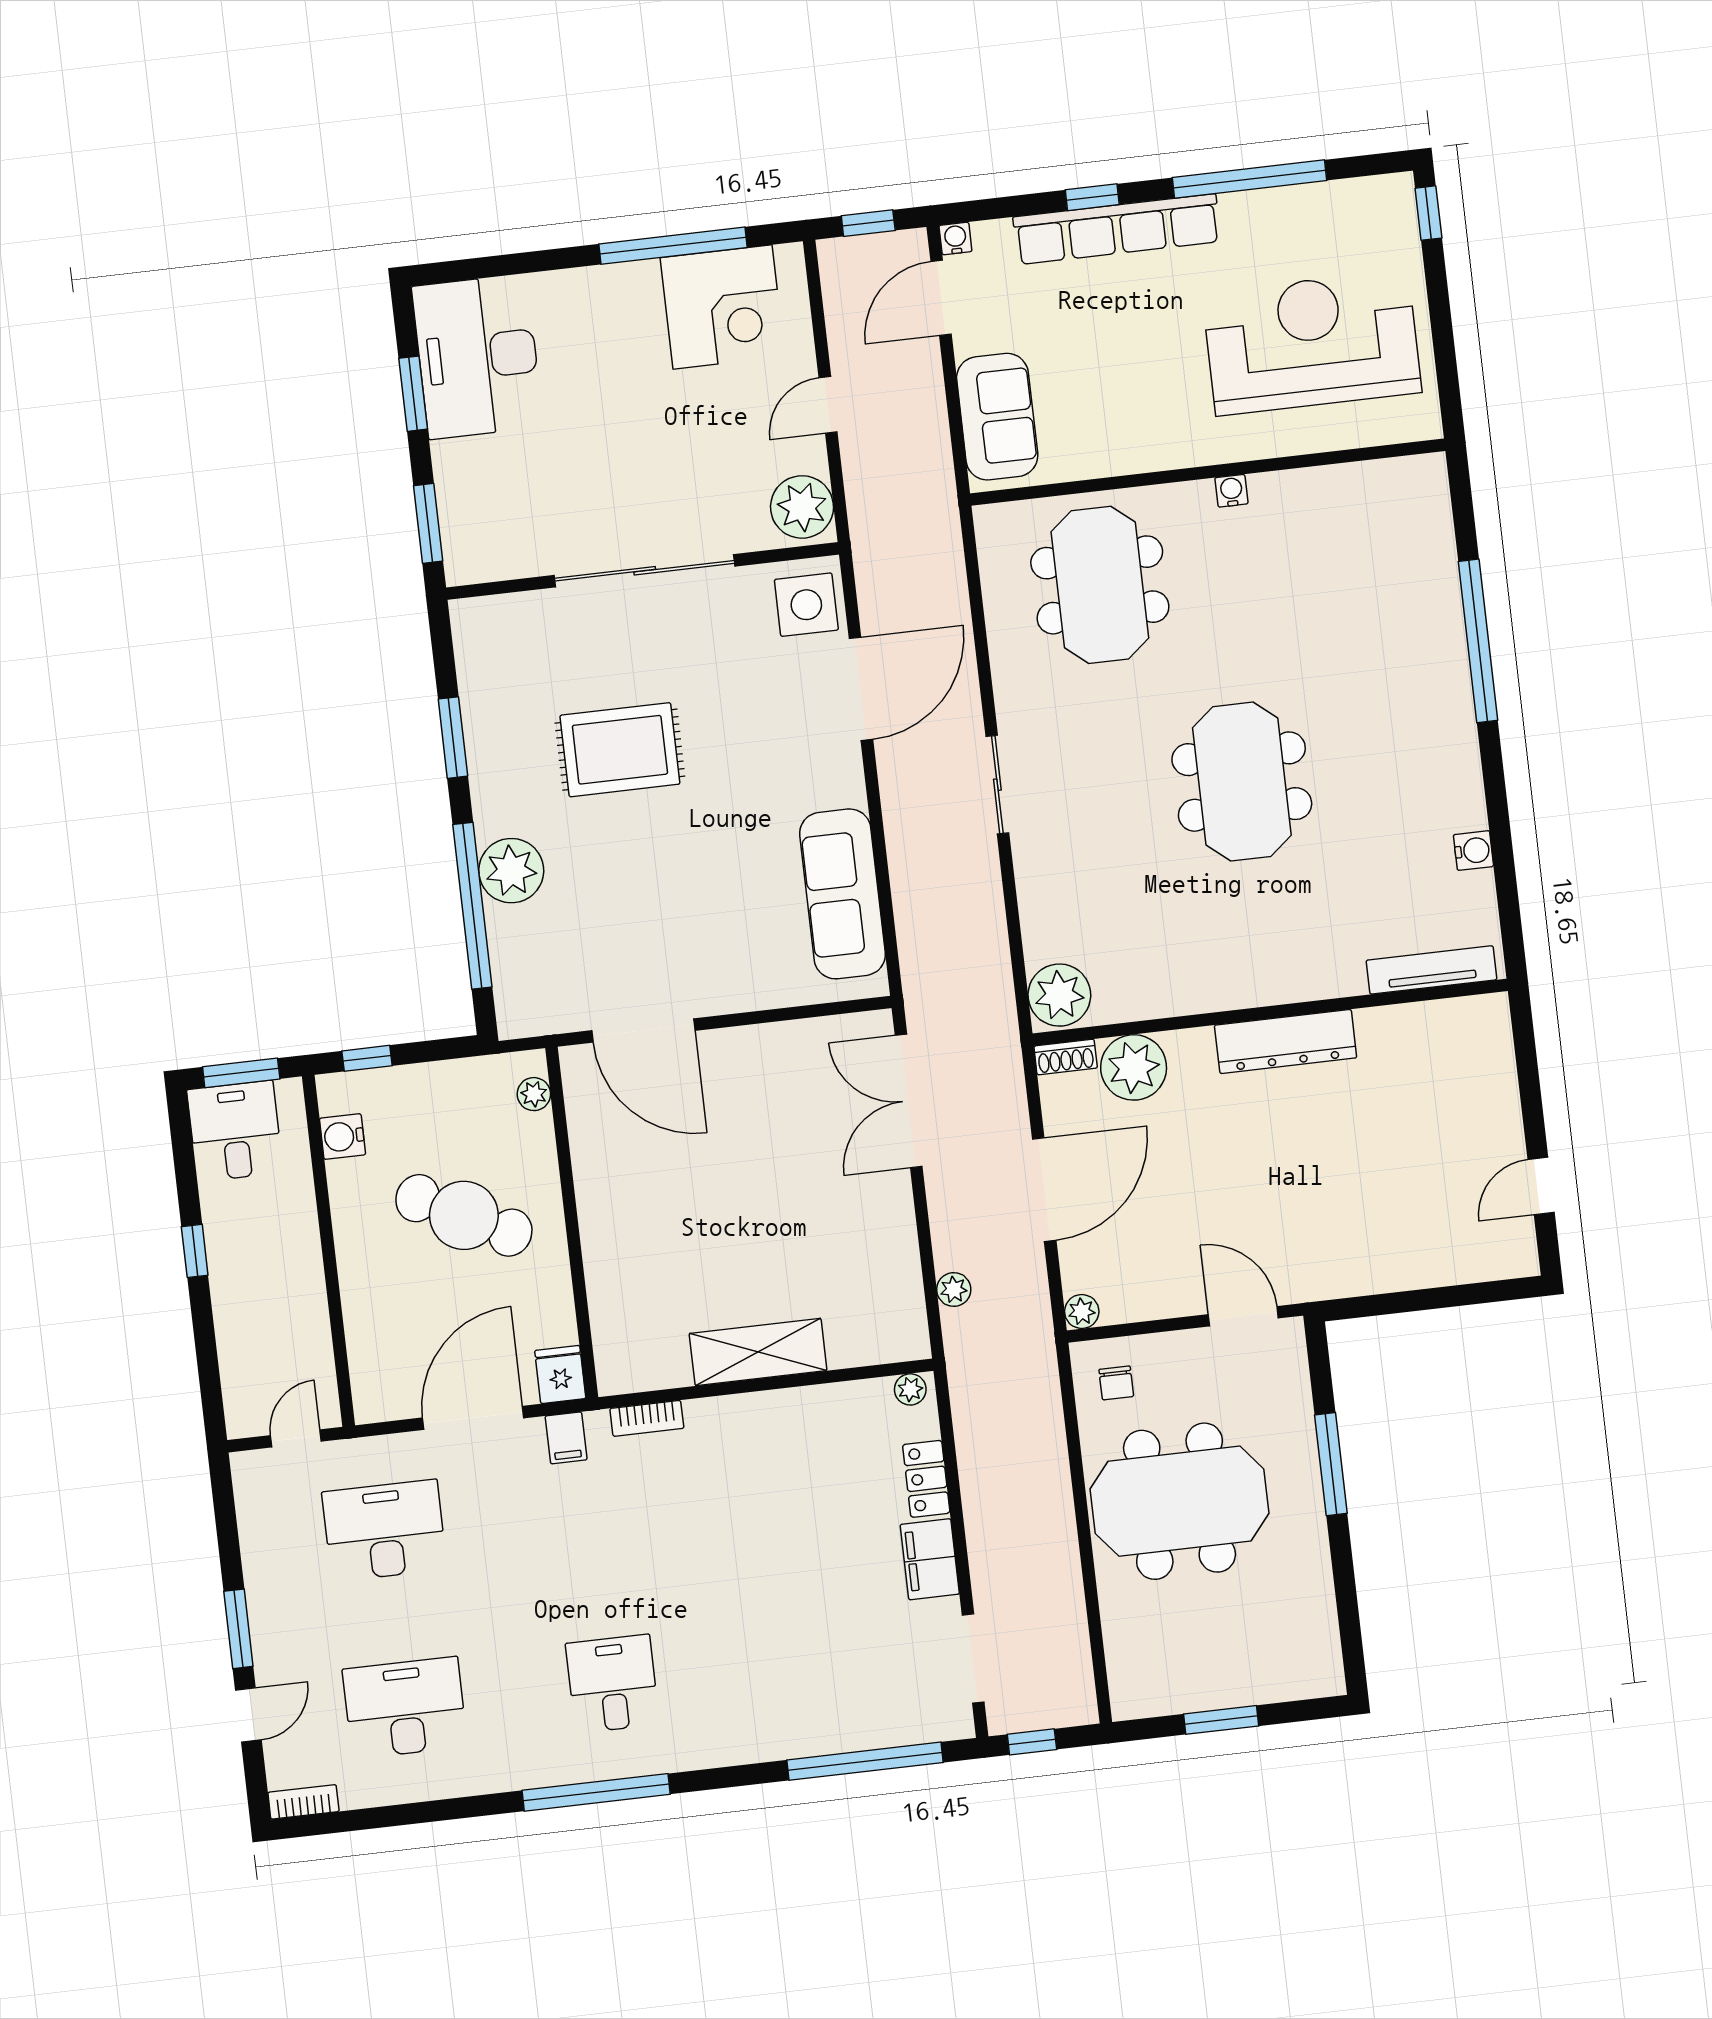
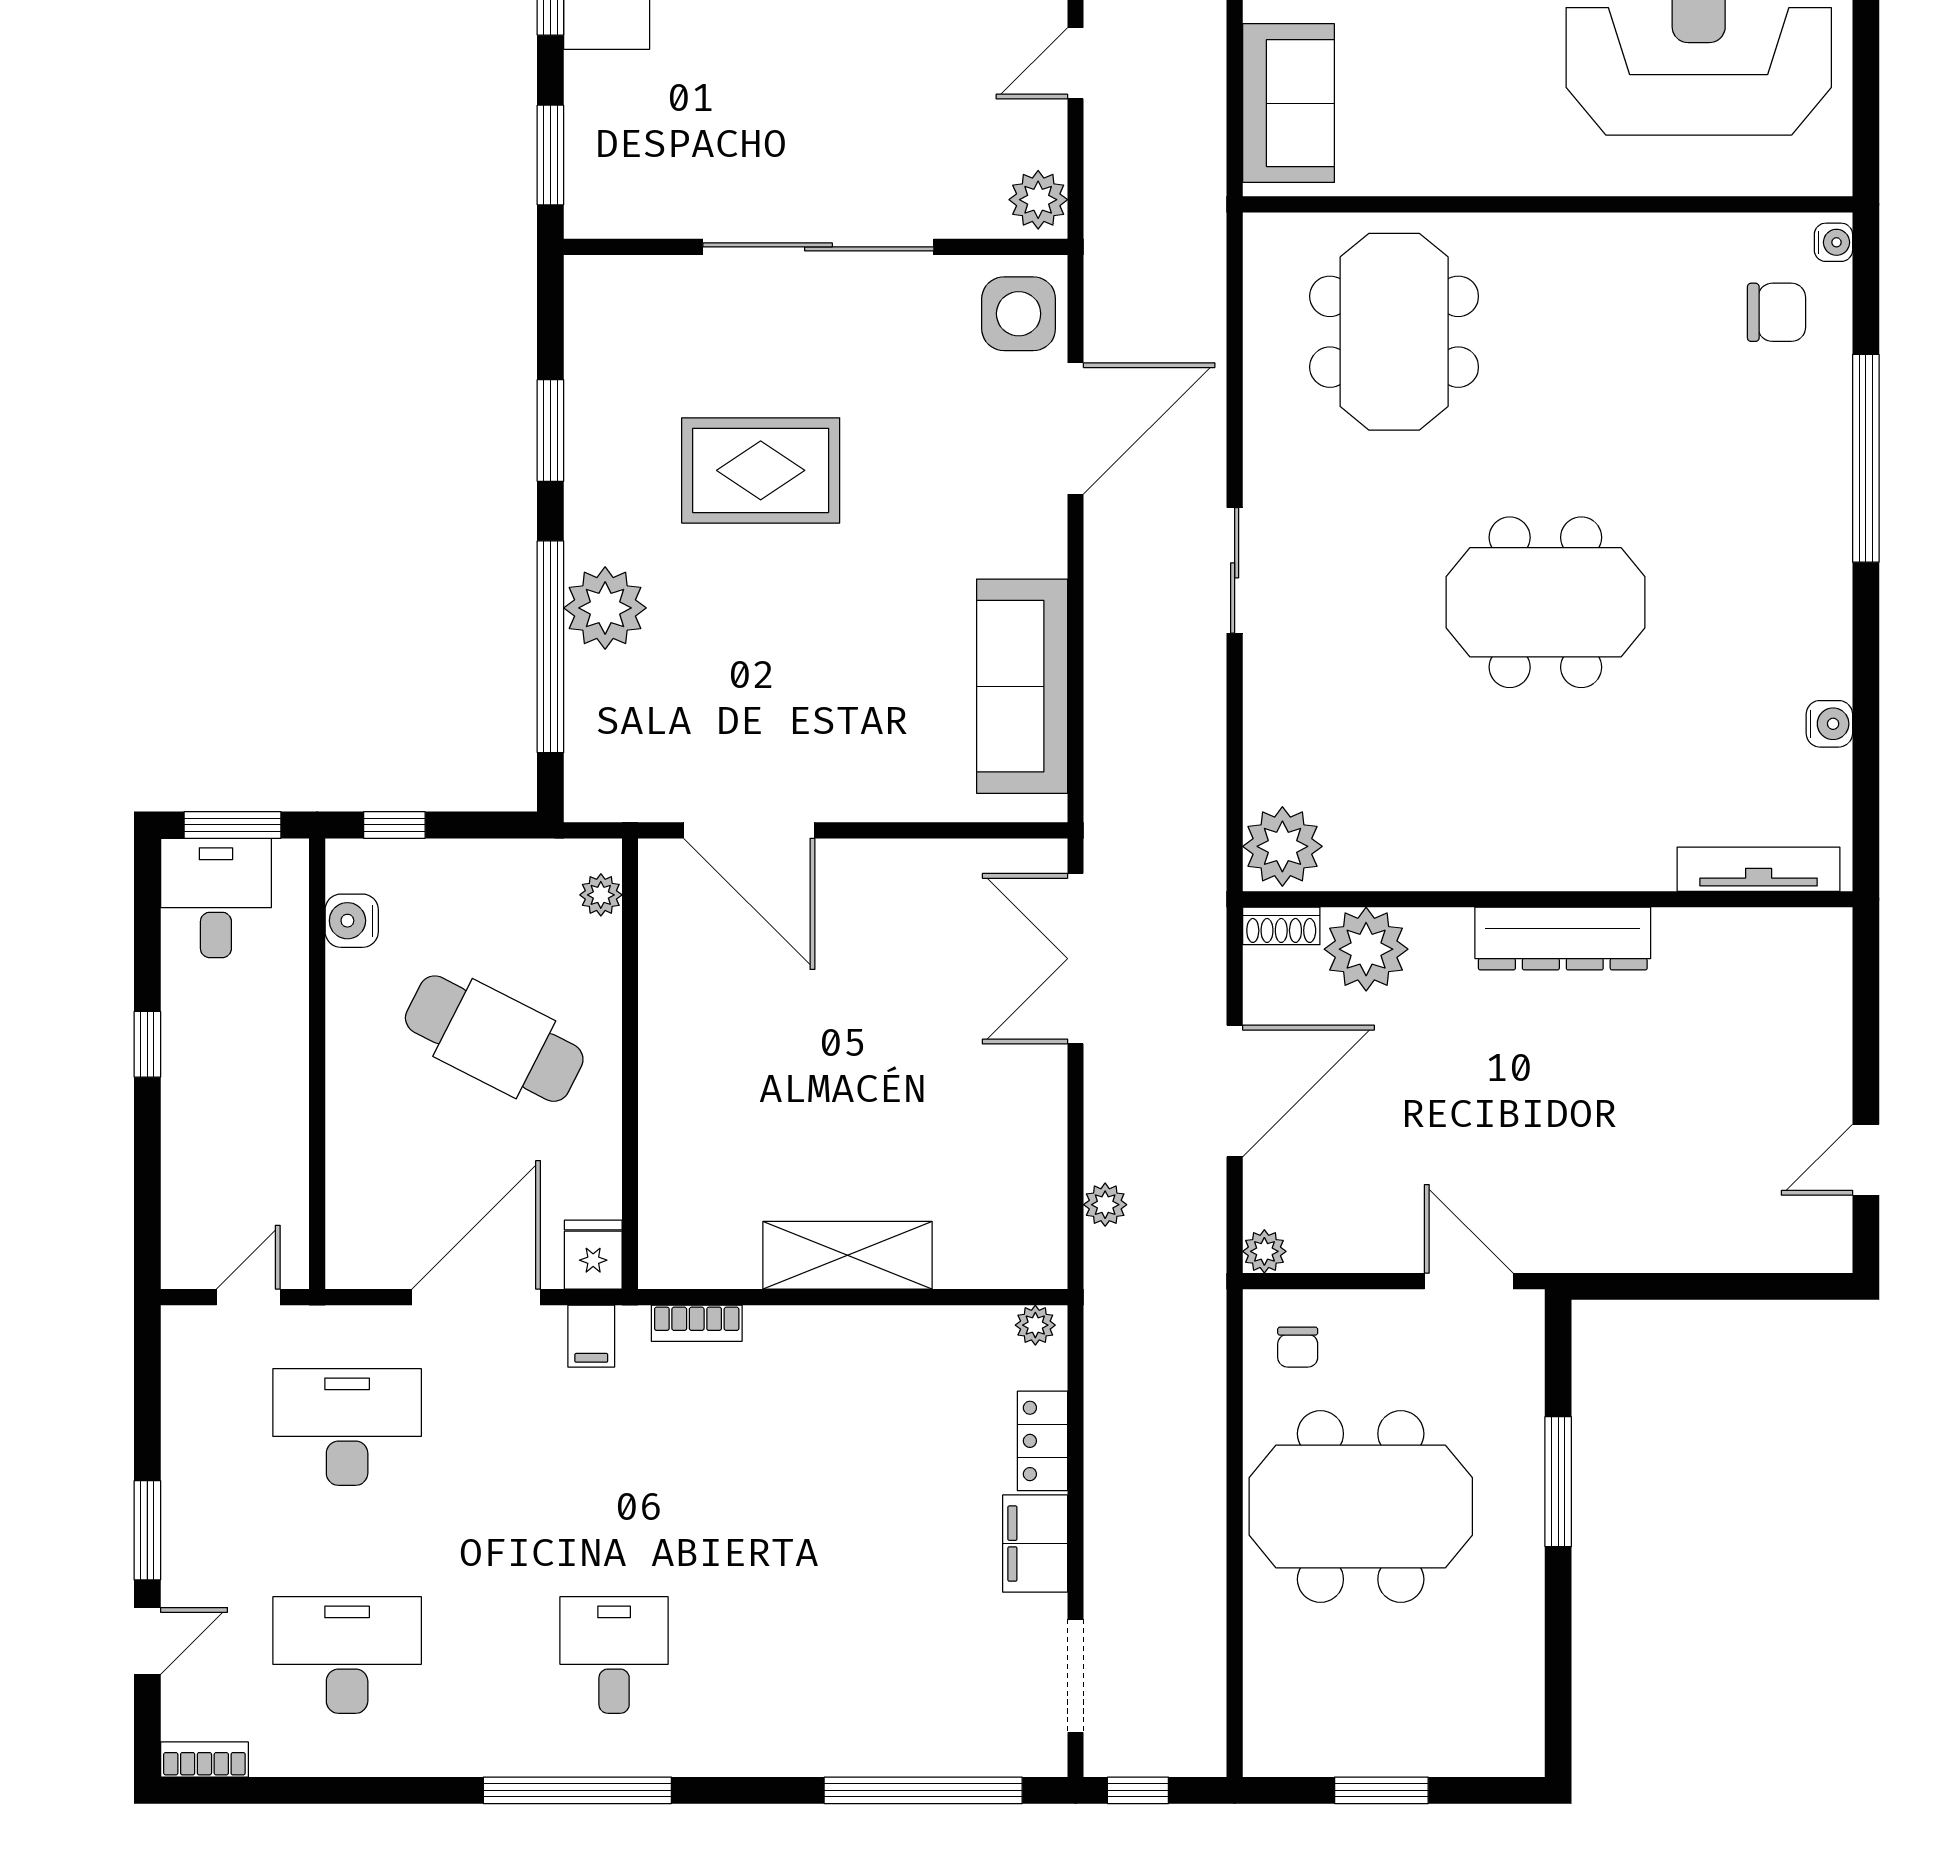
water cooler: (1231, 491) -> (1833, 242), moved, turned 90
plant: (802, 507) -> (1038, 200), width x0.73, depth x0.73
chair: (1395, 535) -> (1777, 312), added
meeting table: (1242, 782) -> (1545, 602), turned 90

